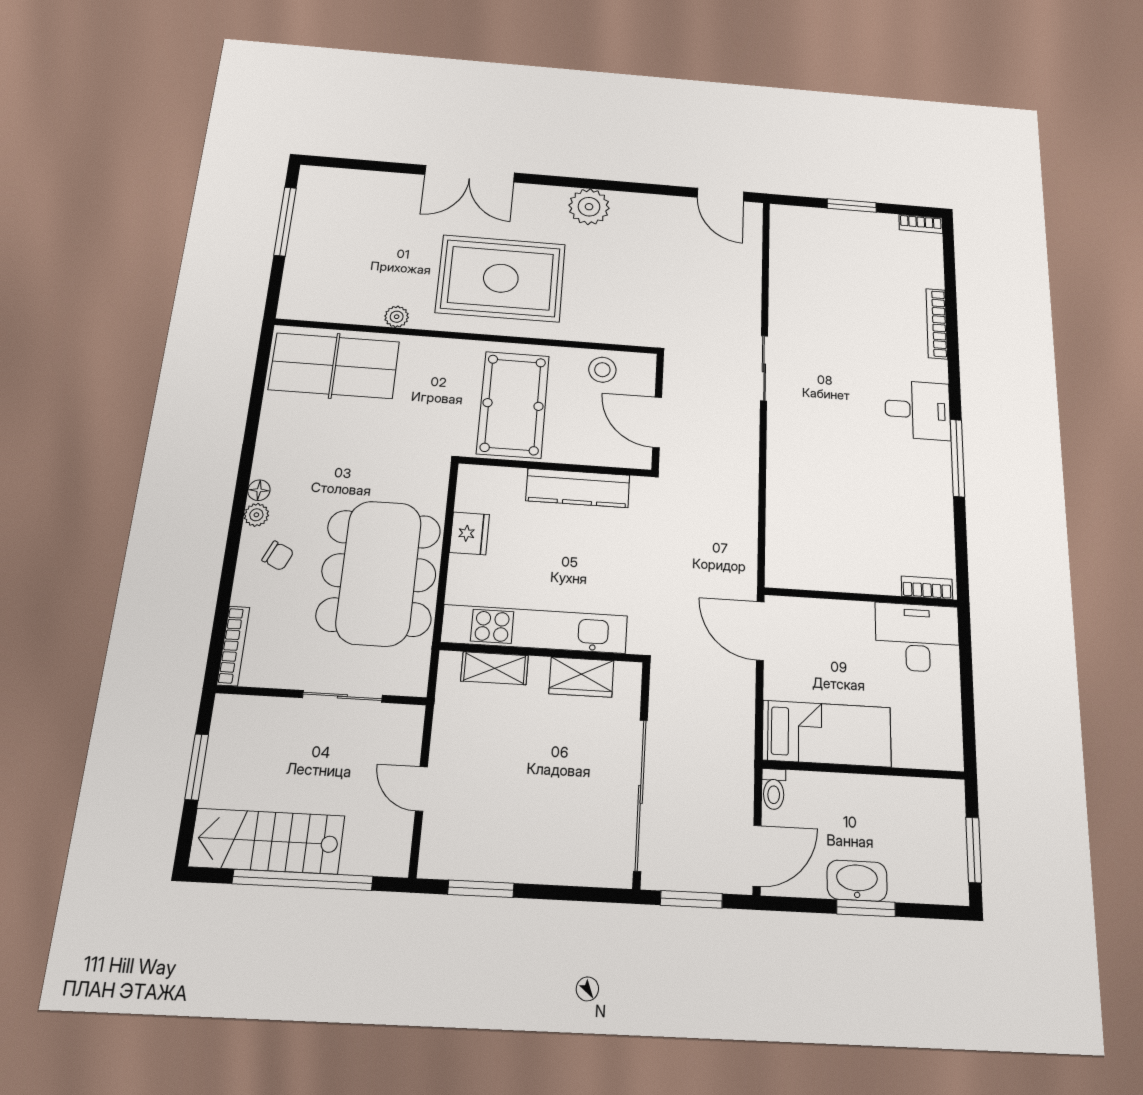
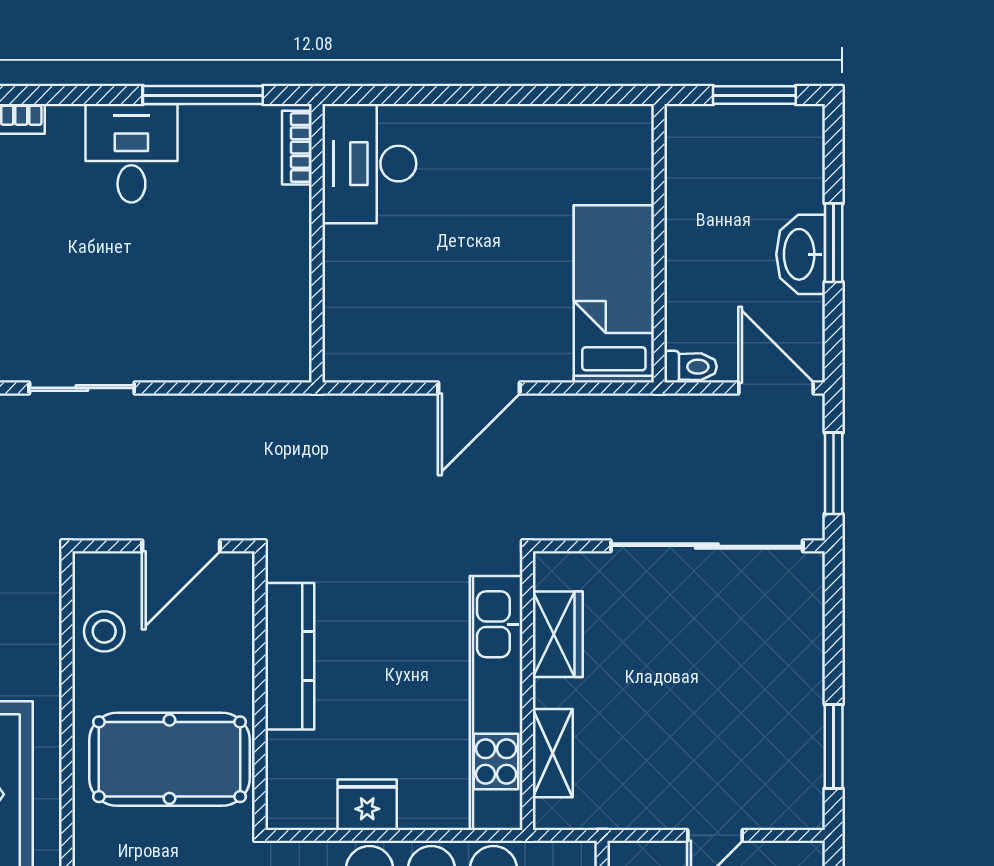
bookcase: (927, 588) -> (297, 148), moved
wall: (861, 597) -> (317, 243), moved
desk: (917, 638) -> (369, 164), moved

